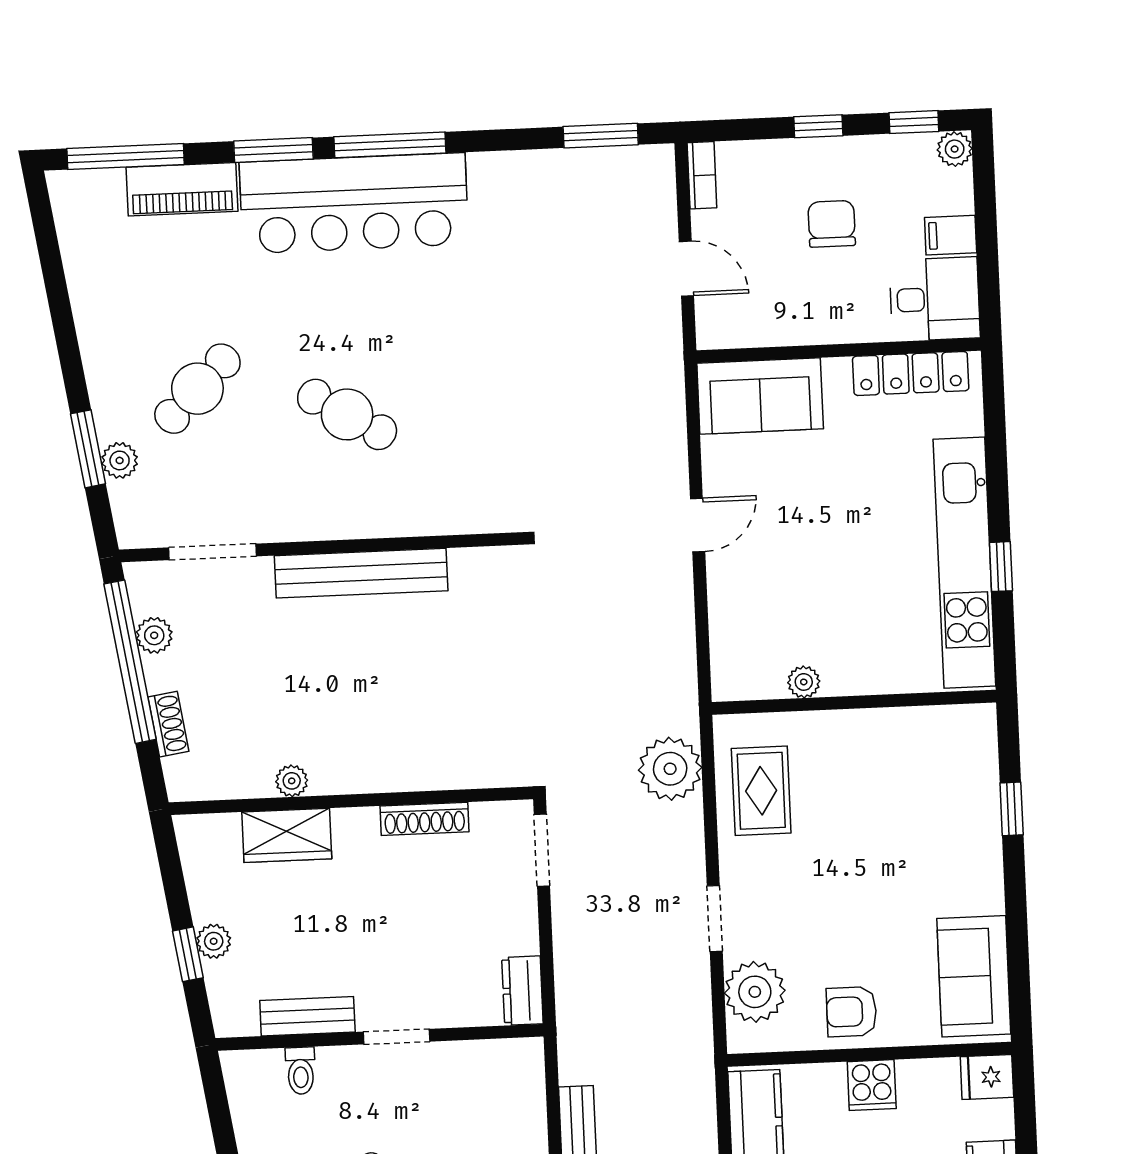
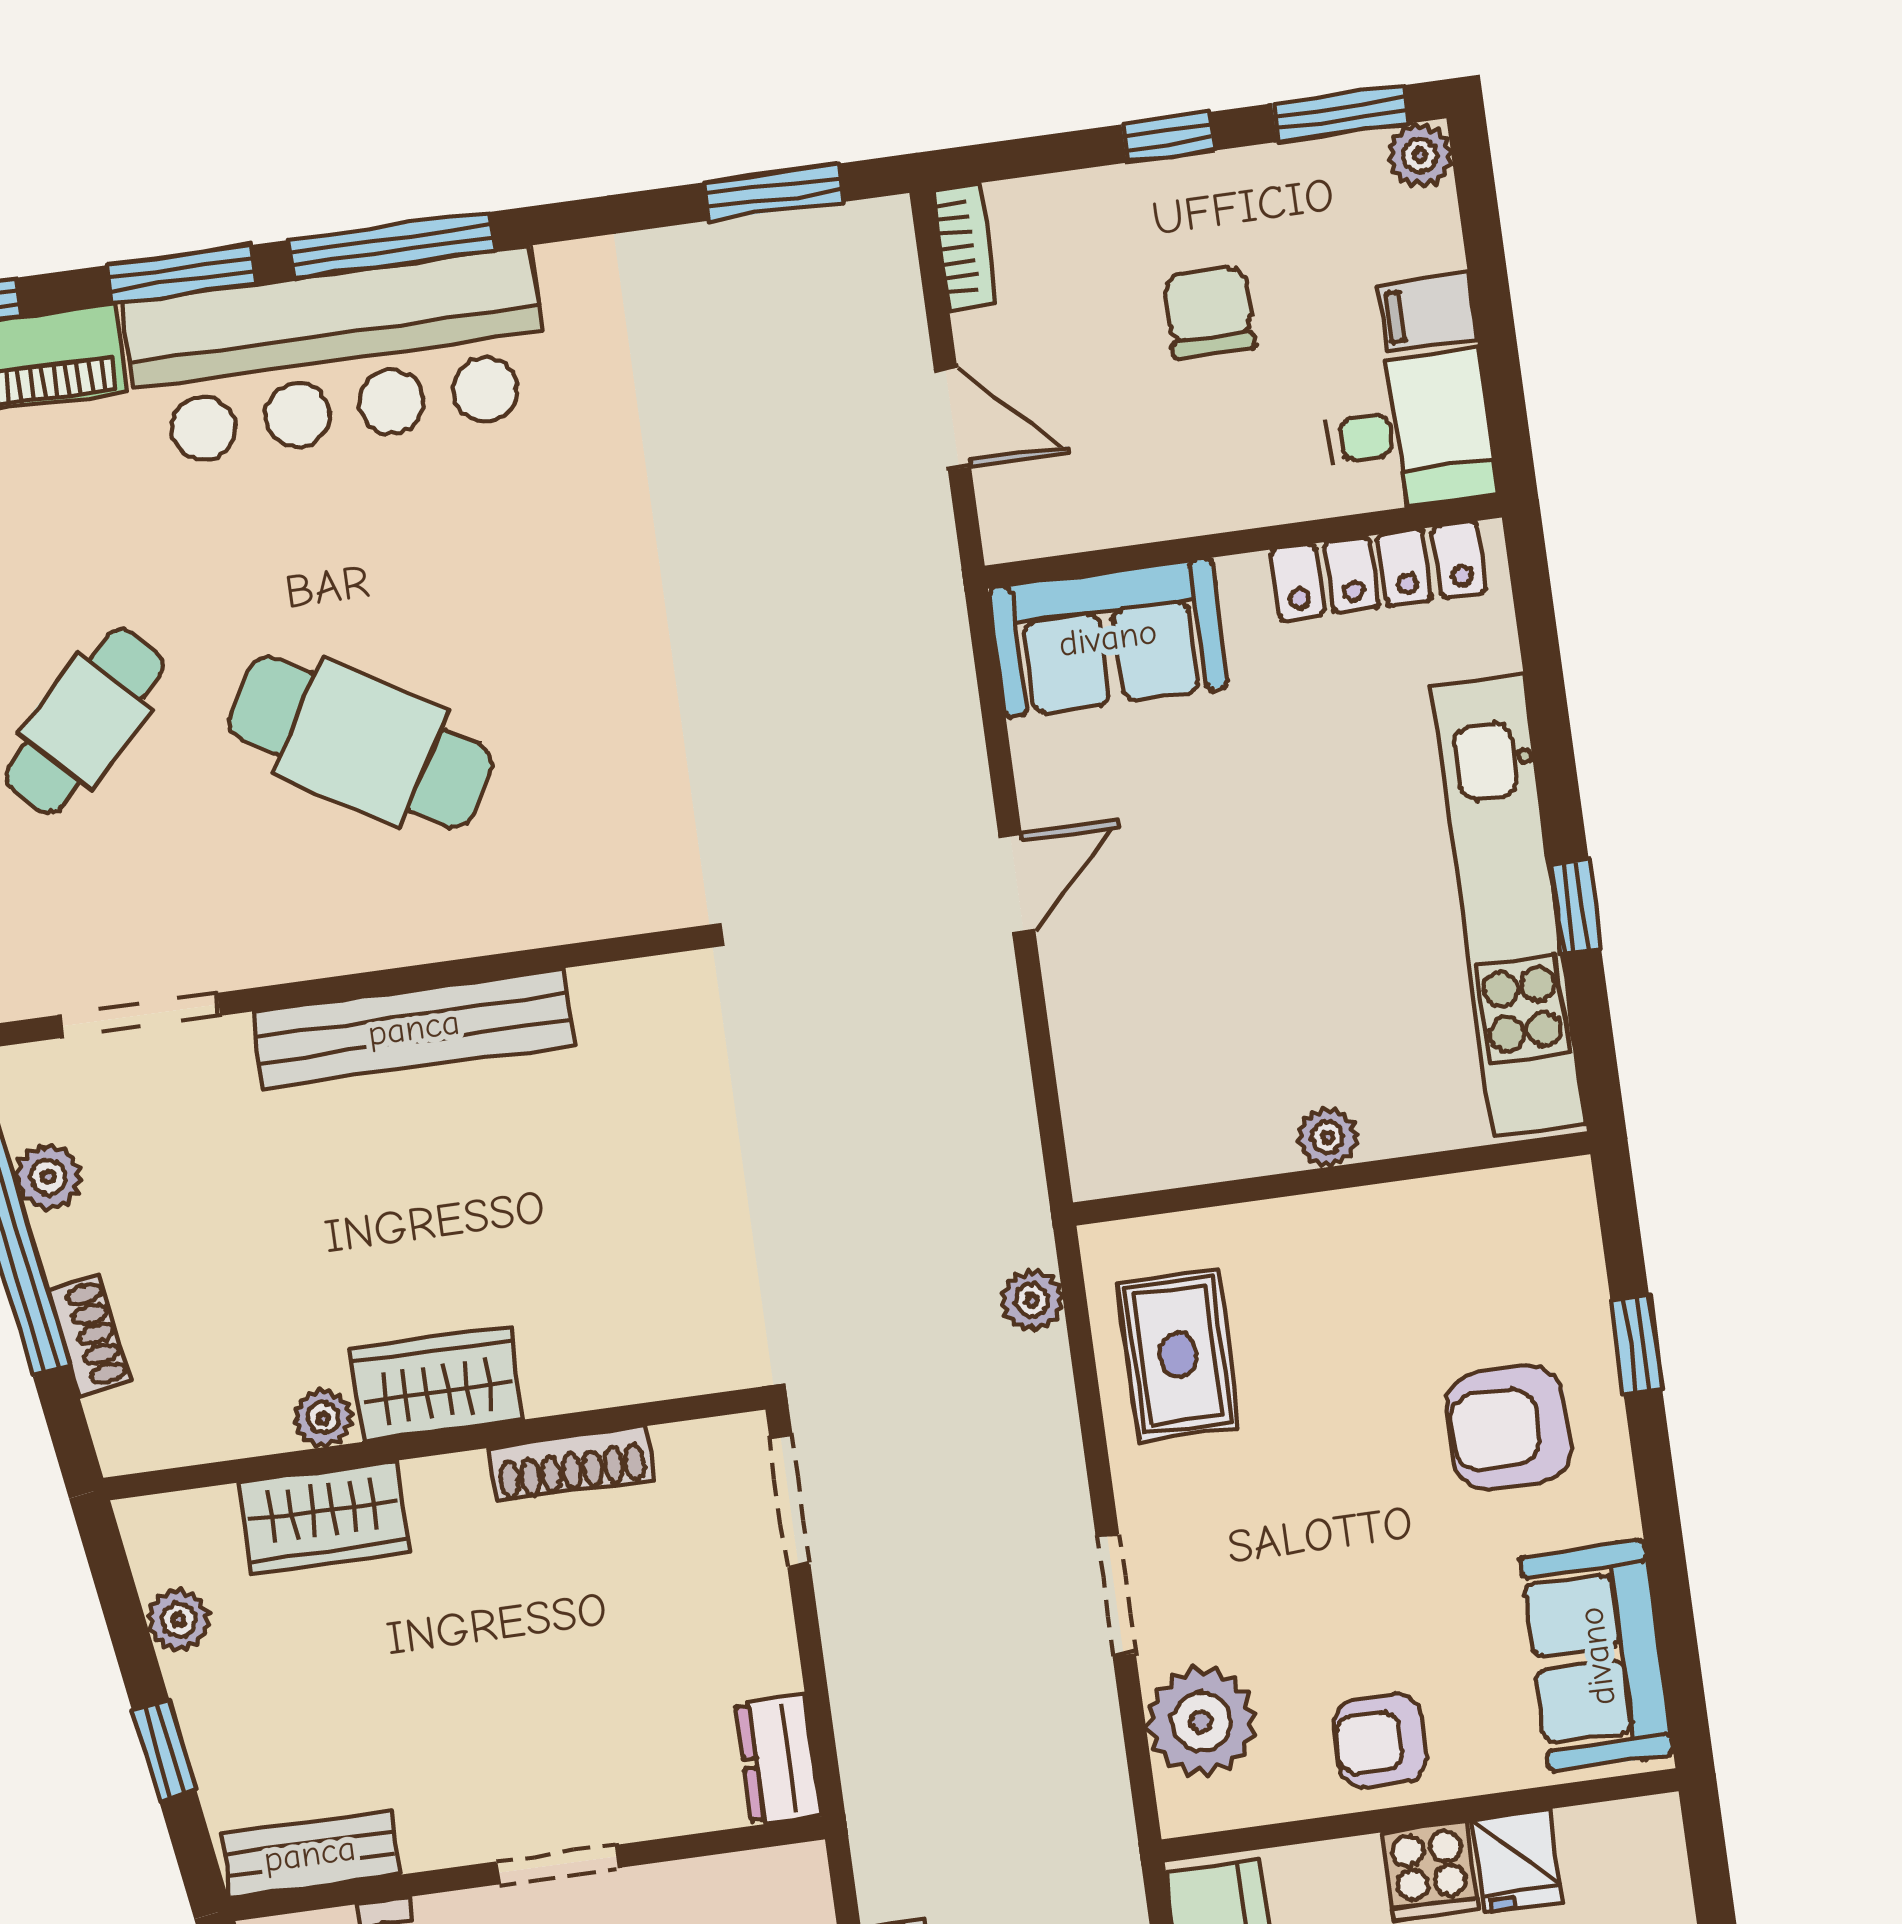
window: (914, 122) -> (1341, 113), width x1.50
cafe table: (347, 414) -> (361, 742), width x1.37, depth x1.35
plant: (804, 682) -> (1328, 1137), moved
wardrobe: (355, 768) -> (436, 1384), added
plant: (670, 769) -> (1032, 1300), width x0.53, depth x0.53
armchair: (938, 847) -> (1509, 1427), added
plant: (214, 941) -> (178, 1620), moved
bench: (307, 1016) -> (310, 1854), moved
fridge: (987, 1077) -> (1517, 1861), moved, turned -90

